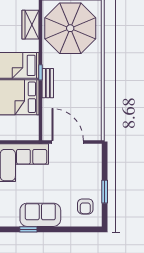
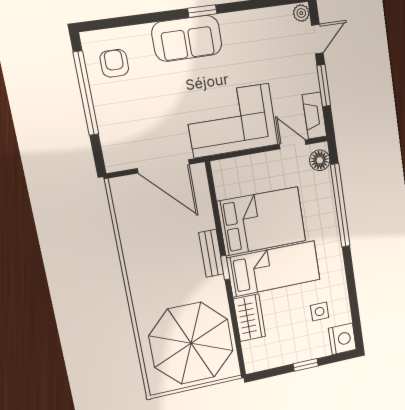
wardrobe: (31, 25) -> (249, 318), moved
window: (105, 192) -> (86, 93), width x2.11

